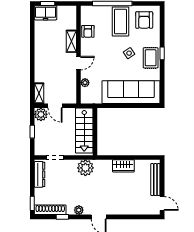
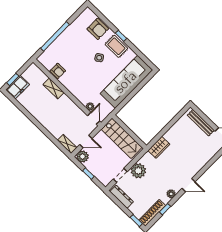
armchair: (144, 20) -> (98, 29), moved
coffee table: (120, 21) -> (72, 43), removed
door: (78, 63) -> (94, 118), moved
wardrobe: (123, 166) -> (159, 147), moved
plant: (85, 168) -> (138, 171), moved

